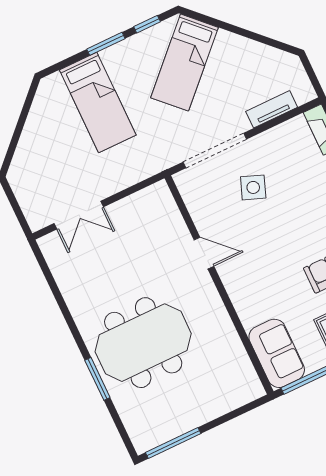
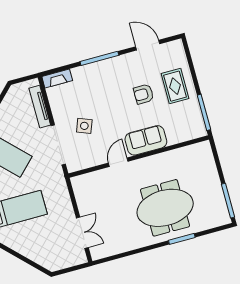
tv unit: (272, 109) -> (40, 107), width x1.41
meeting table: (143, 343) -> (165, 208), turned 90
sofa: (277, 353) -> (146, 140), moved

